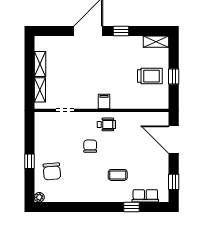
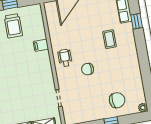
trolley: (150, 76) -> (13, 26), turned 180
filing cabinet: (104, 102) -> (41, 45), moved

